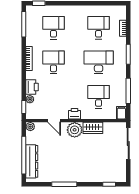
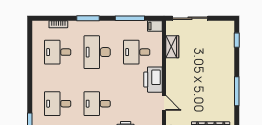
printer: (75, 114) -> (153, 80), width x1.87, depth x1.48
door: (54, 121) -> (164, 103), hinge flipped
wardrobe: (93, 128) -> (172, 47), moved
plant: (75, 130) -> (174, 80), removed

